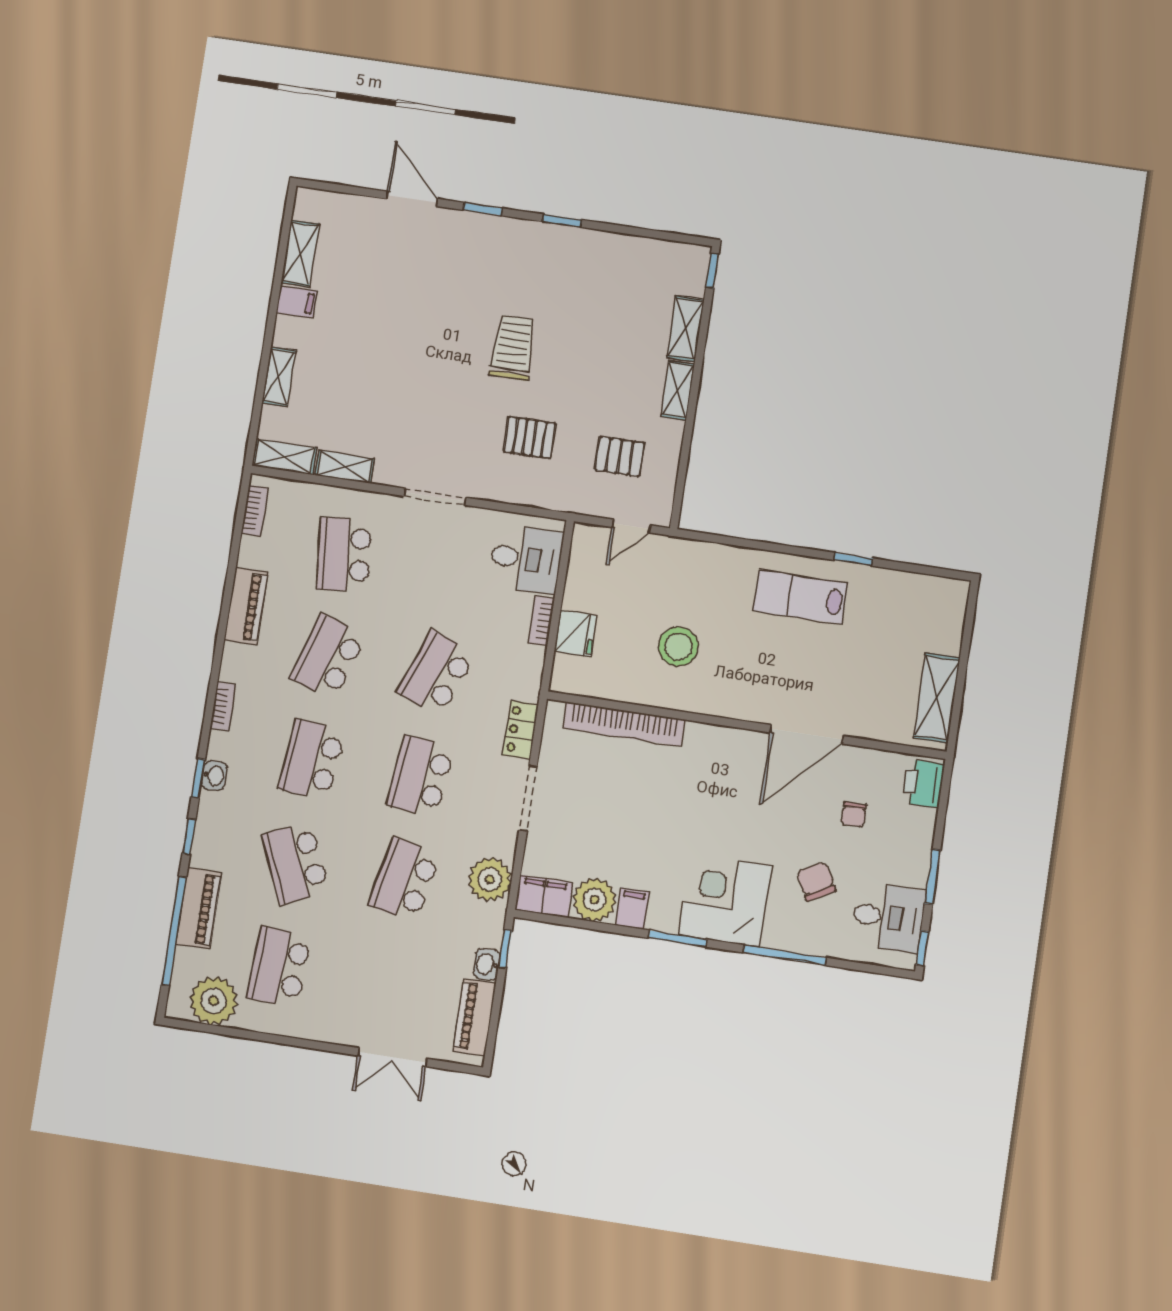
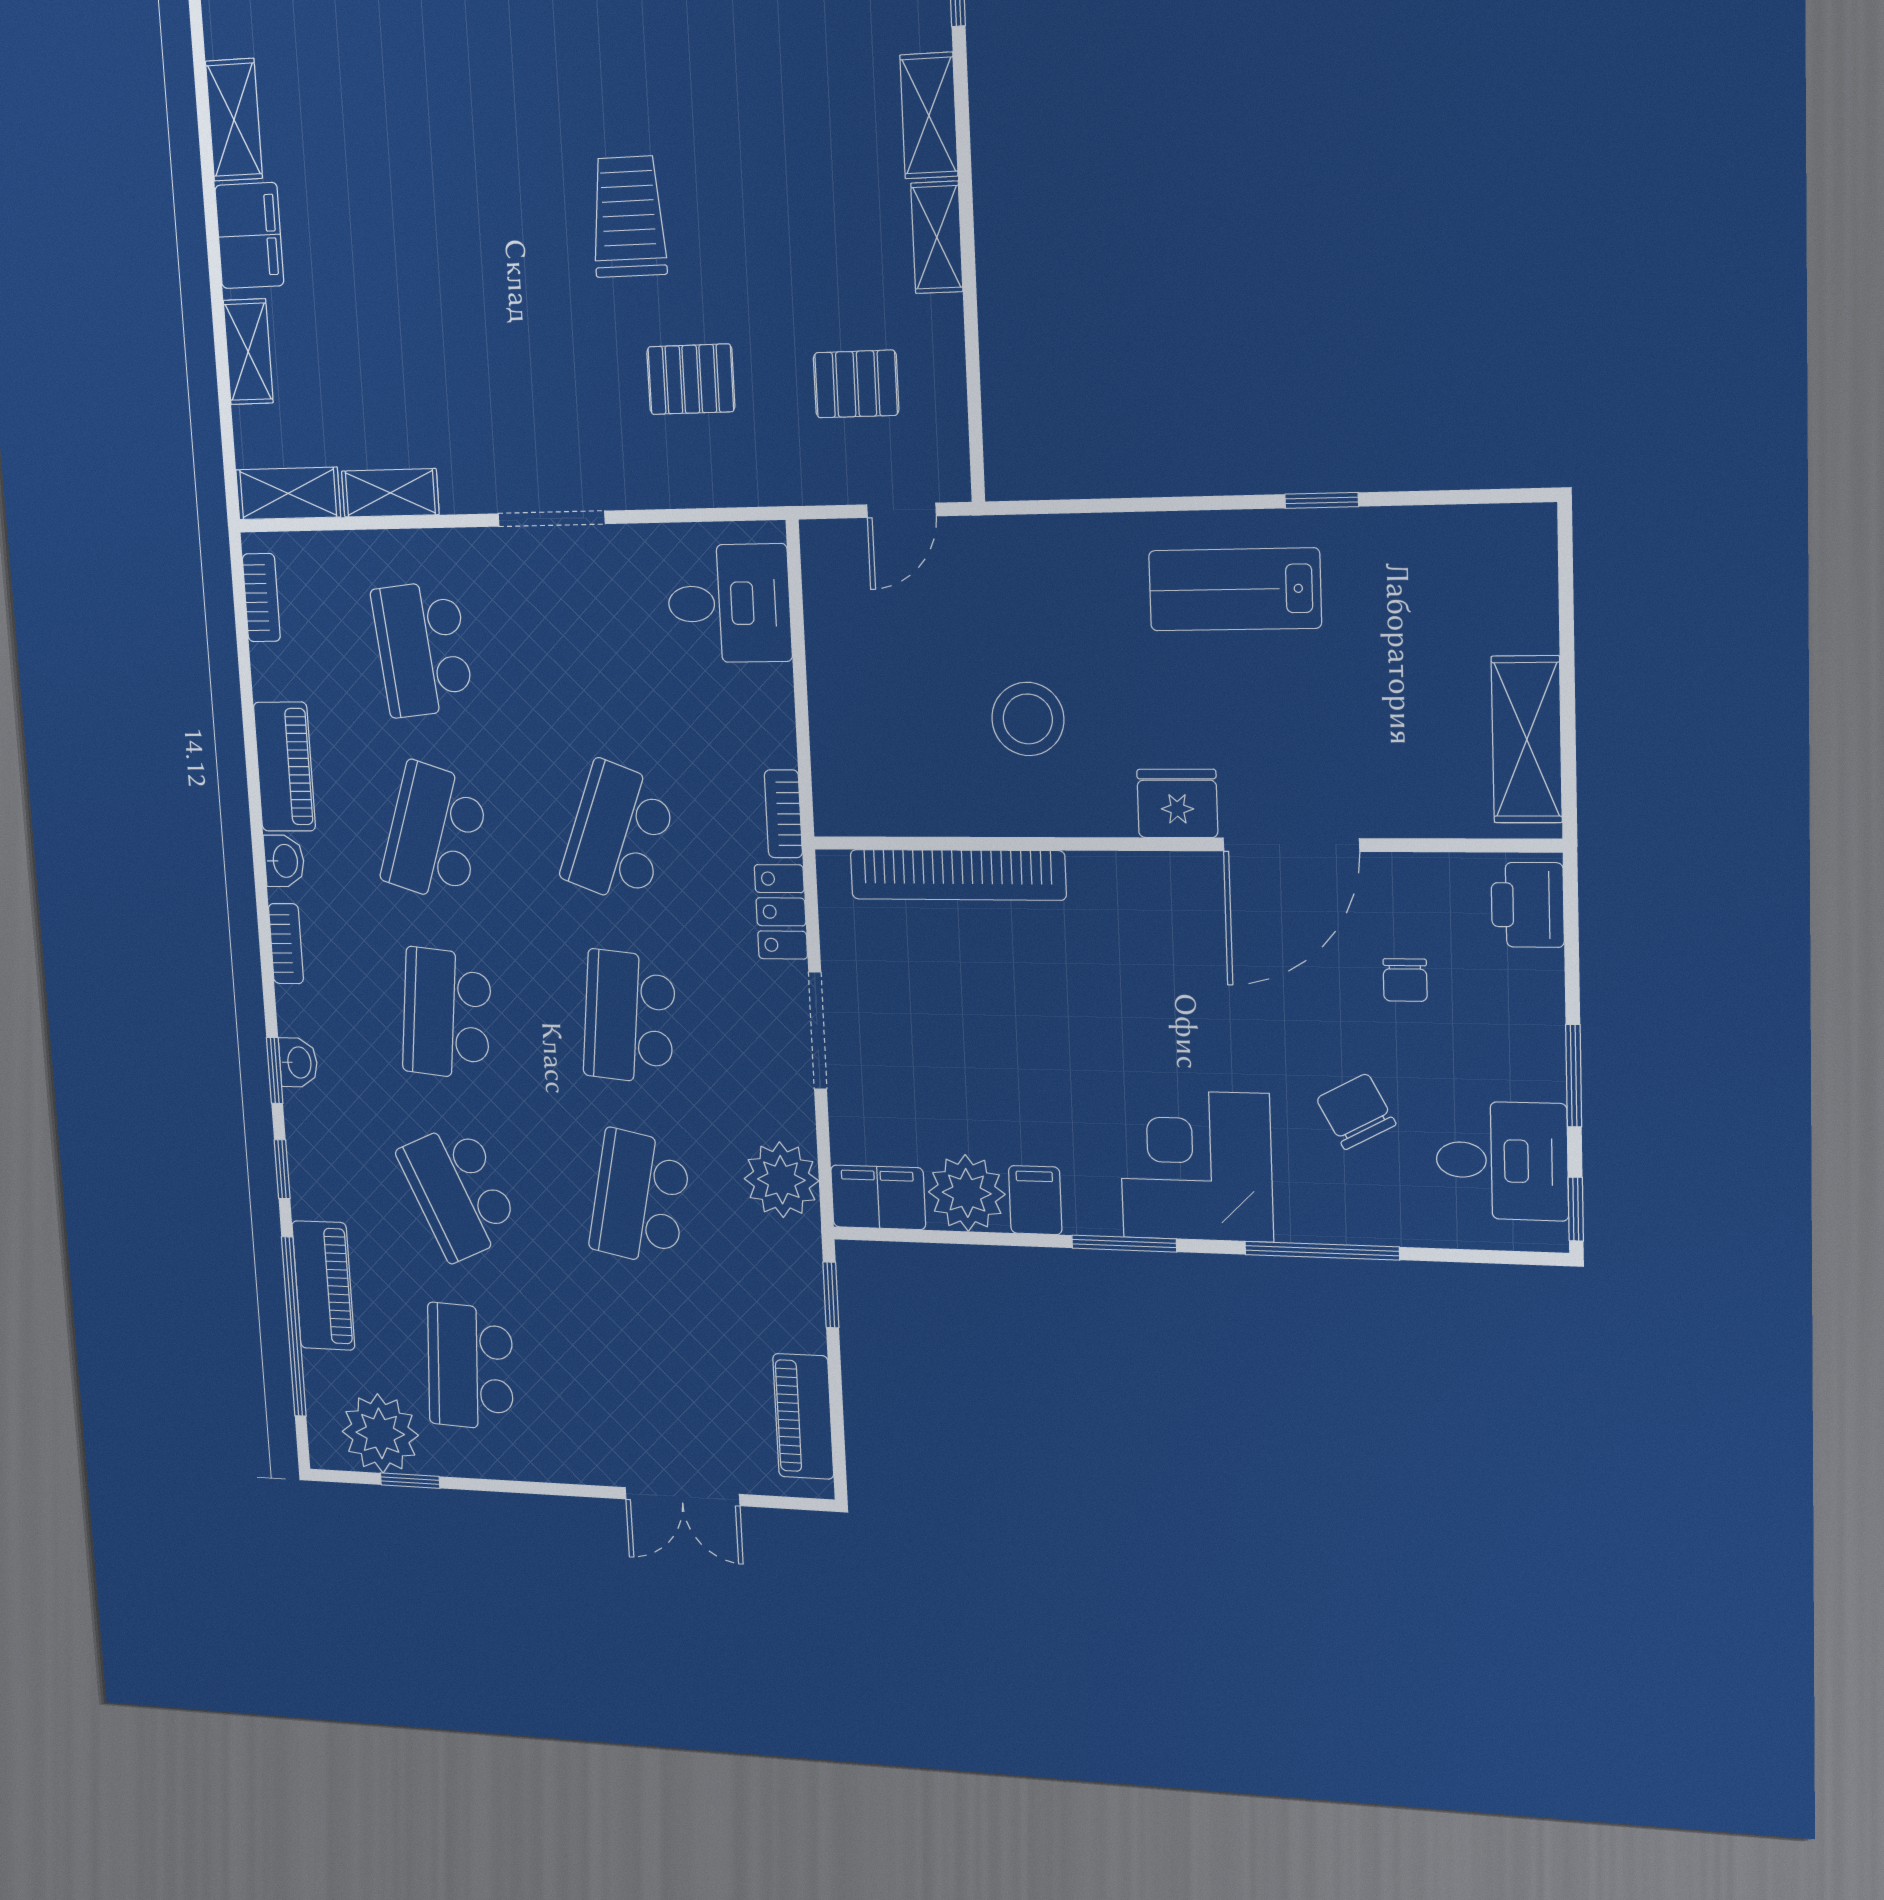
filing cabinet: (297, 302) -> (249, 236), width x2.00
bookcase: (542, 620) -> (783, 814), moved
fridge: (575, 634) -> (1177, 803), moved, turned -90
washbasin: (487, 964) -> (284, 861), moved, turned 180
window: (226, 1031) -> (410, 1481), added

